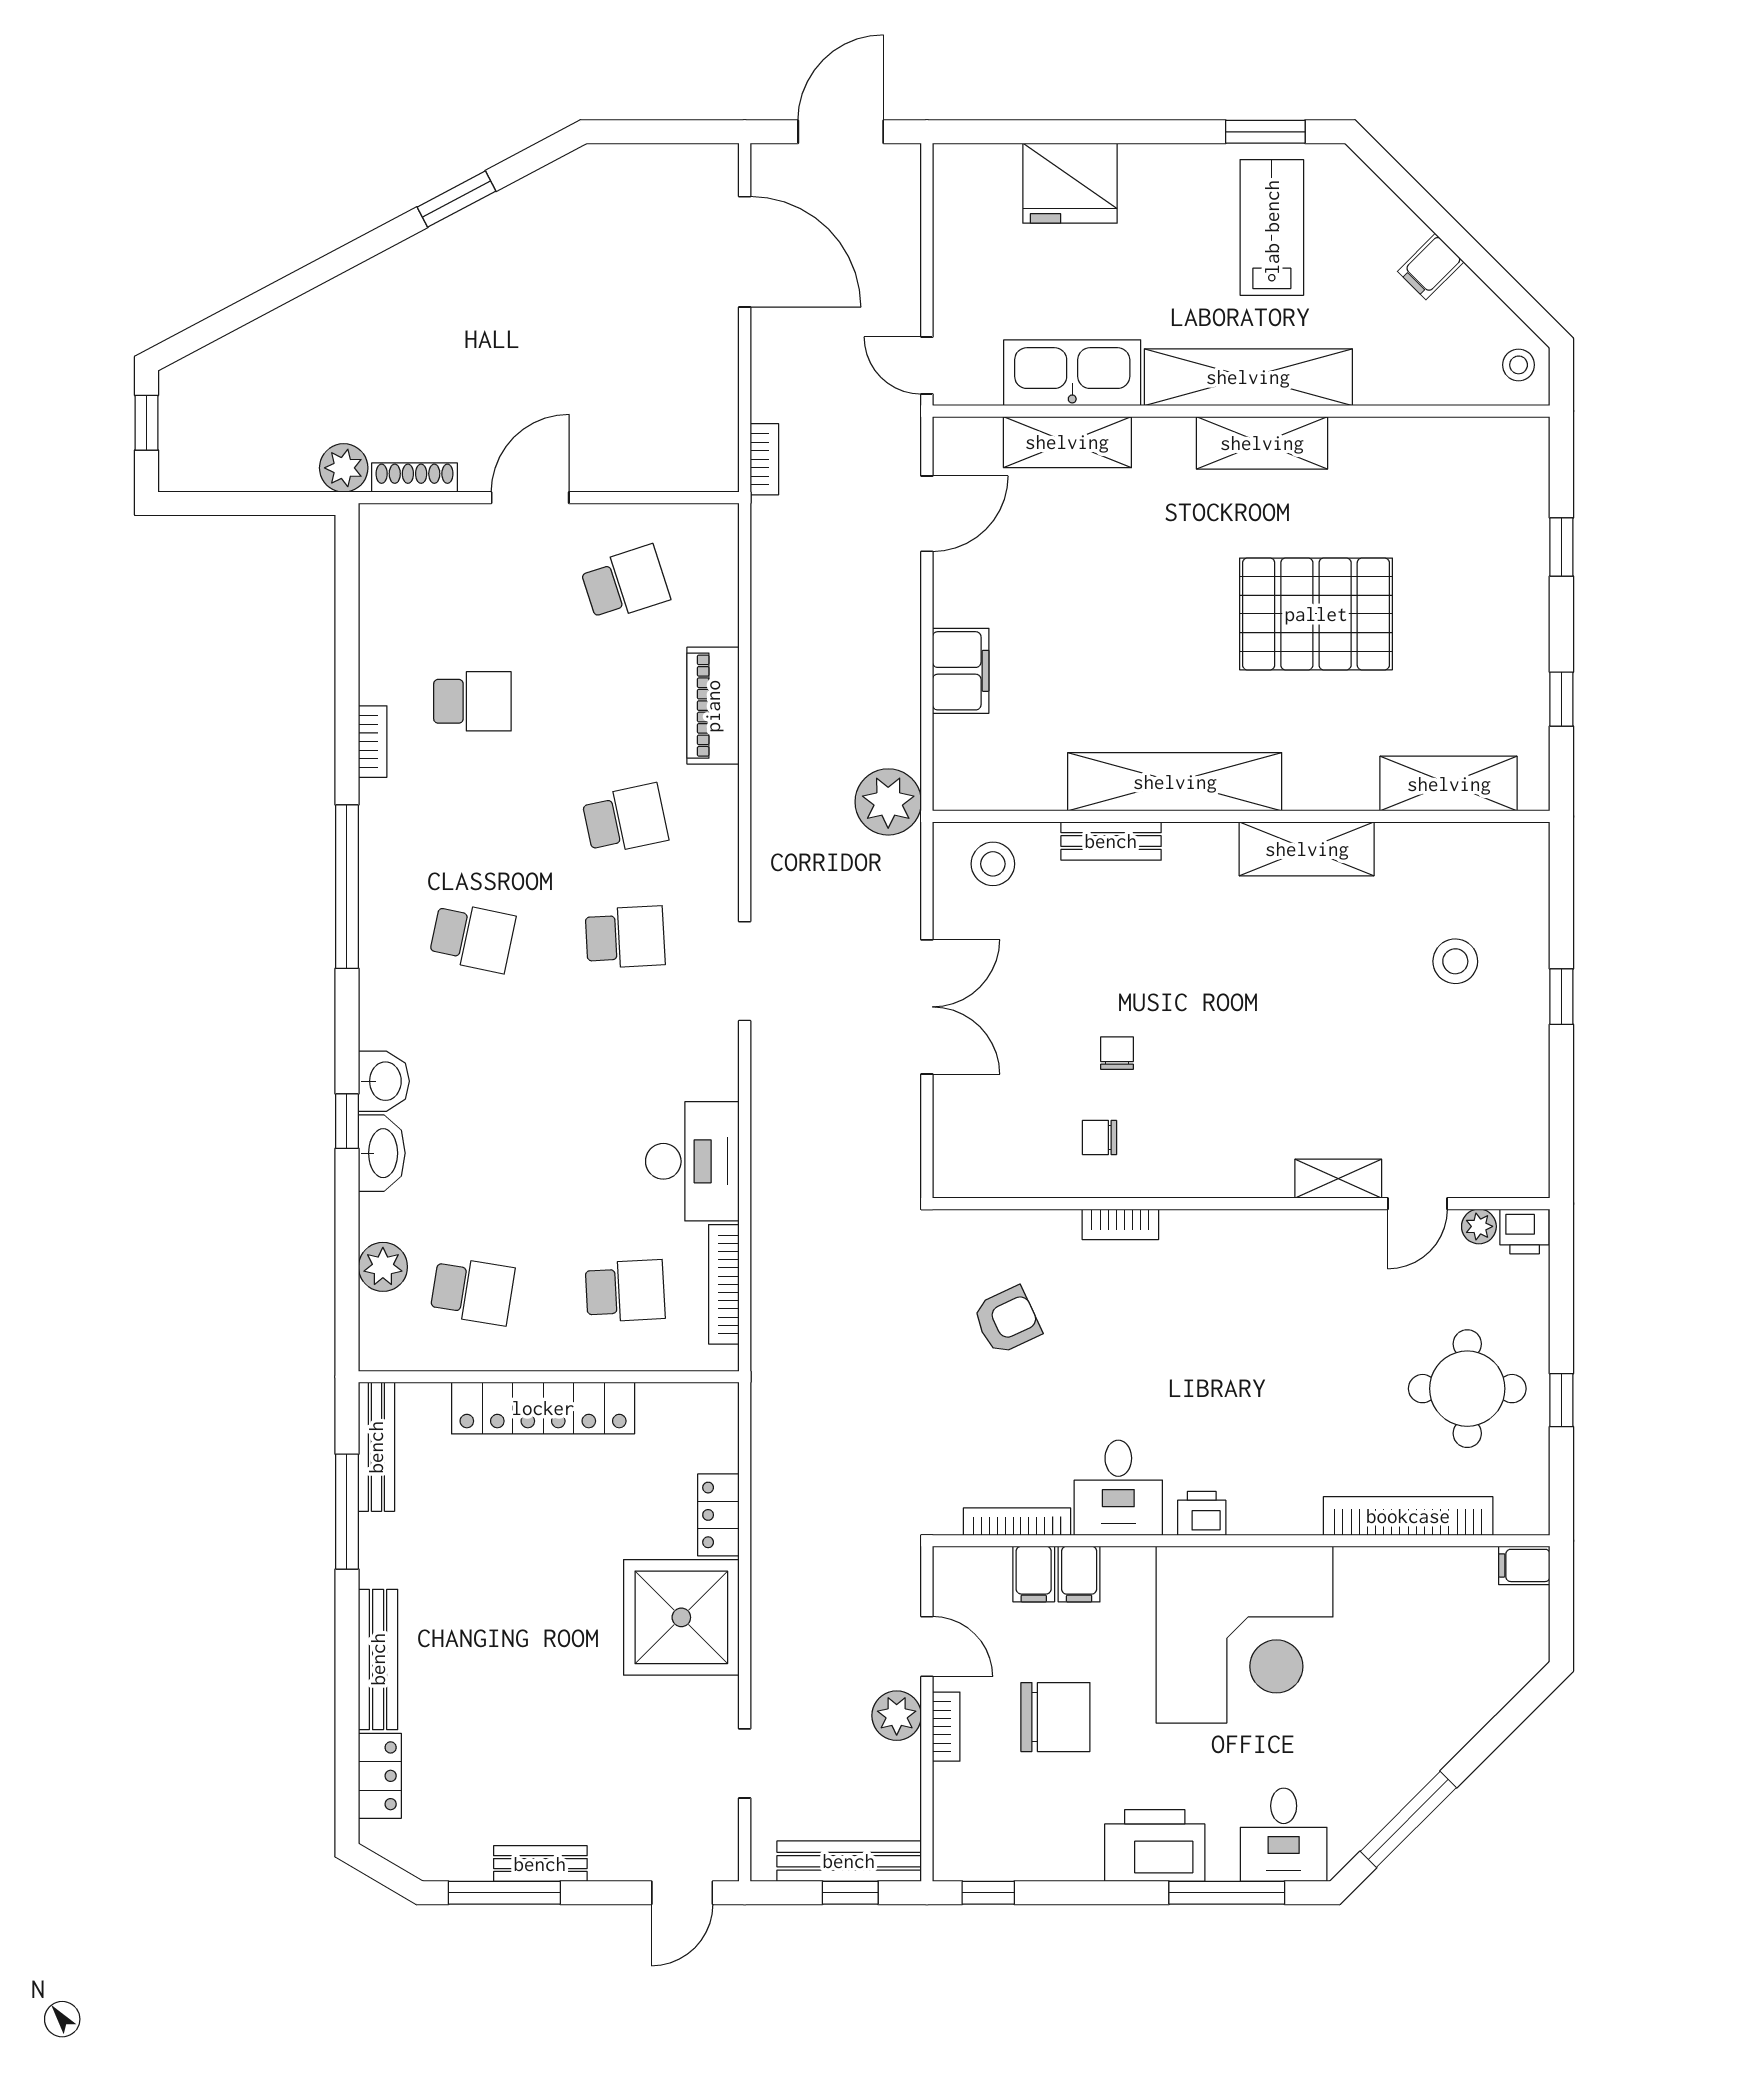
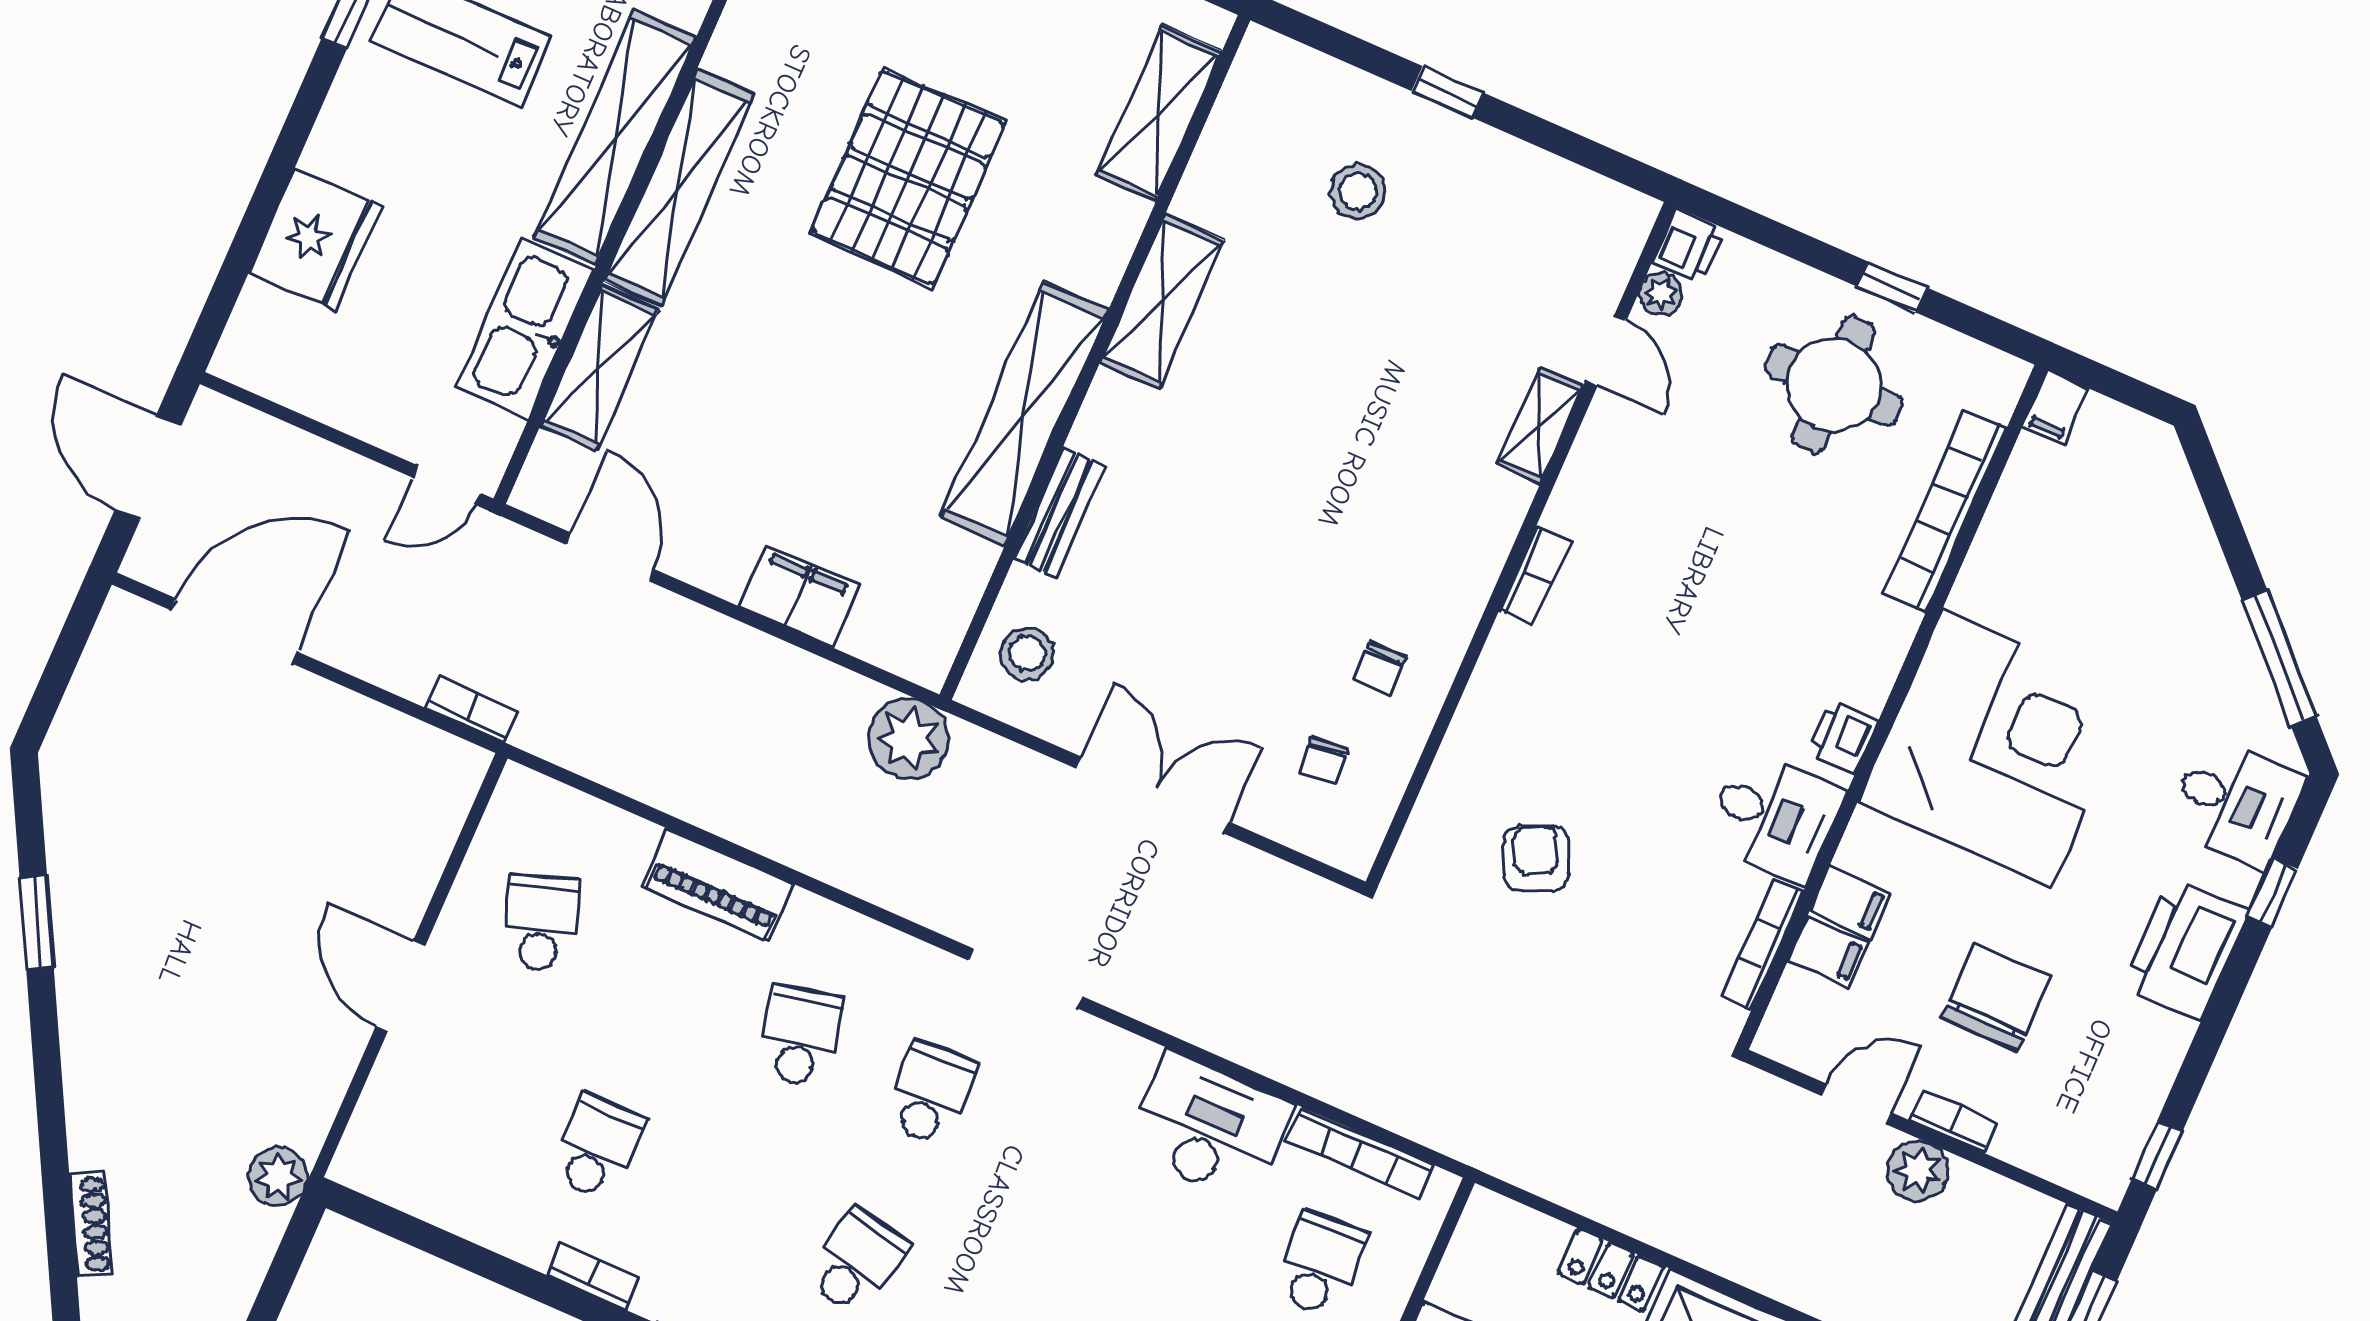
shelving: (1262, 443) -> (679, 188), width x1.47
shoe rack: (415, 478) -> (90, 1225), moved, turned 152
chair: (1117, 1053) -> (1324, 761), moved, turned -97
bookcase: (1120, 1224) -> (1534, 576), moved
window: (1227, 1893) -> (2272, 893), width x0.46

